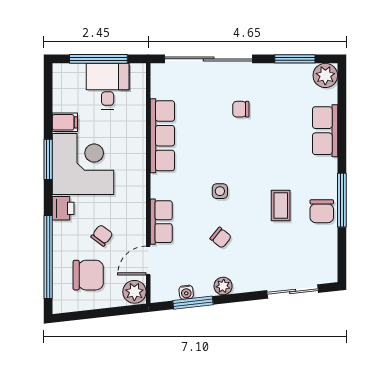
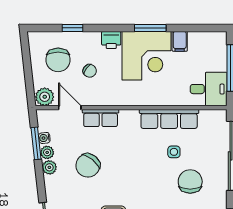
desk: (108, 86) -> (209, 89), moved
chair: (241, 109) -> (190, 182), width x1.87, depth x1.87
side table: (220, 191) -> (174, 152), moved
chair: (221, 238) -> (88, 165), width x1.87, depth x1.87
window: (48, 257) -> (72, 28), width x0.32
plant: (204, 289) -> (47, 152), added

